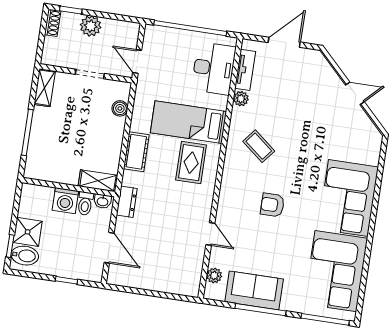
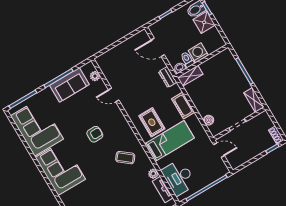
plant: (91, 26) -> (256, 149), removed

